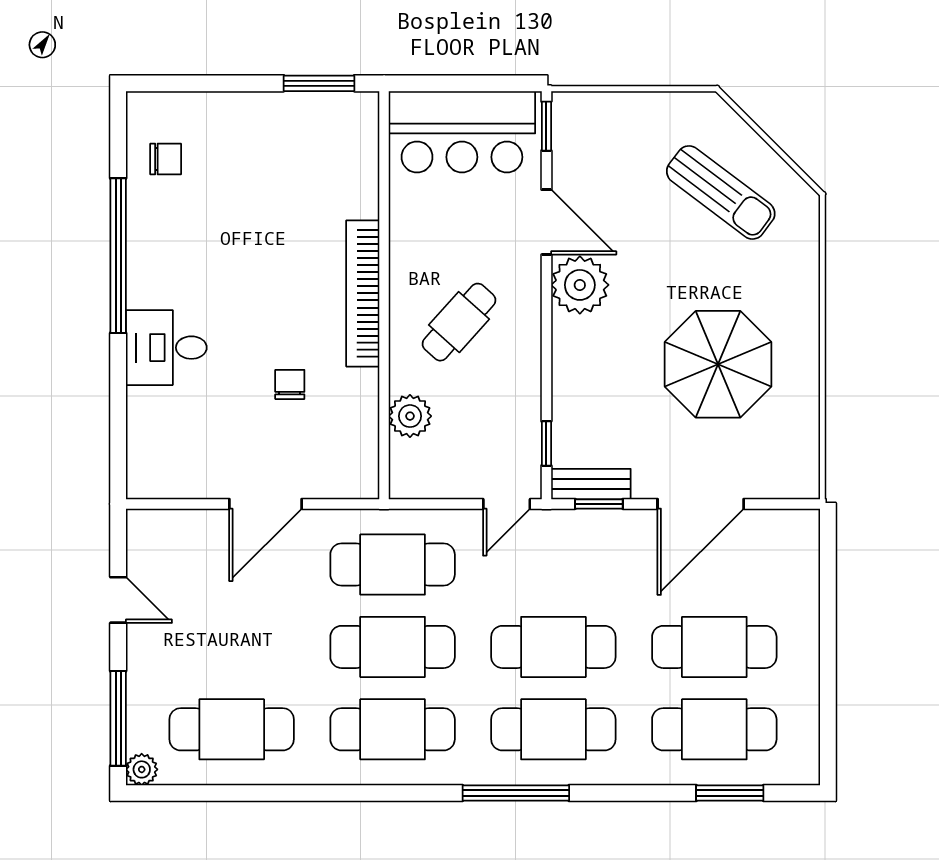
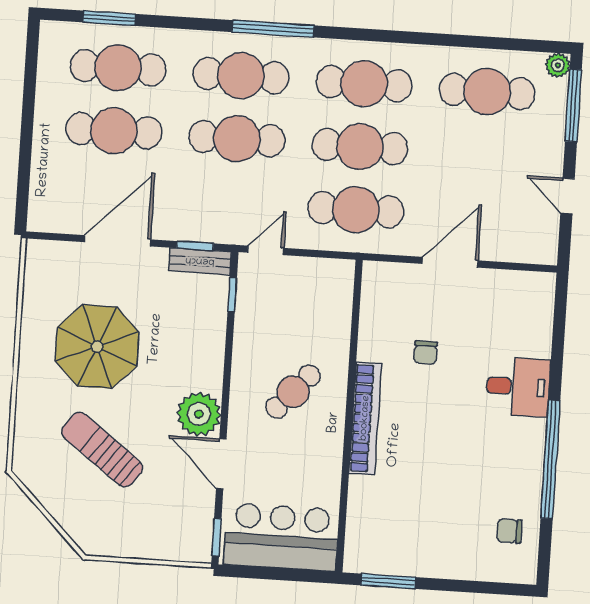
sun lounger: (721, 192) -> (102, 450), moved
plant: (410, 416) -> (335, 322), removed

